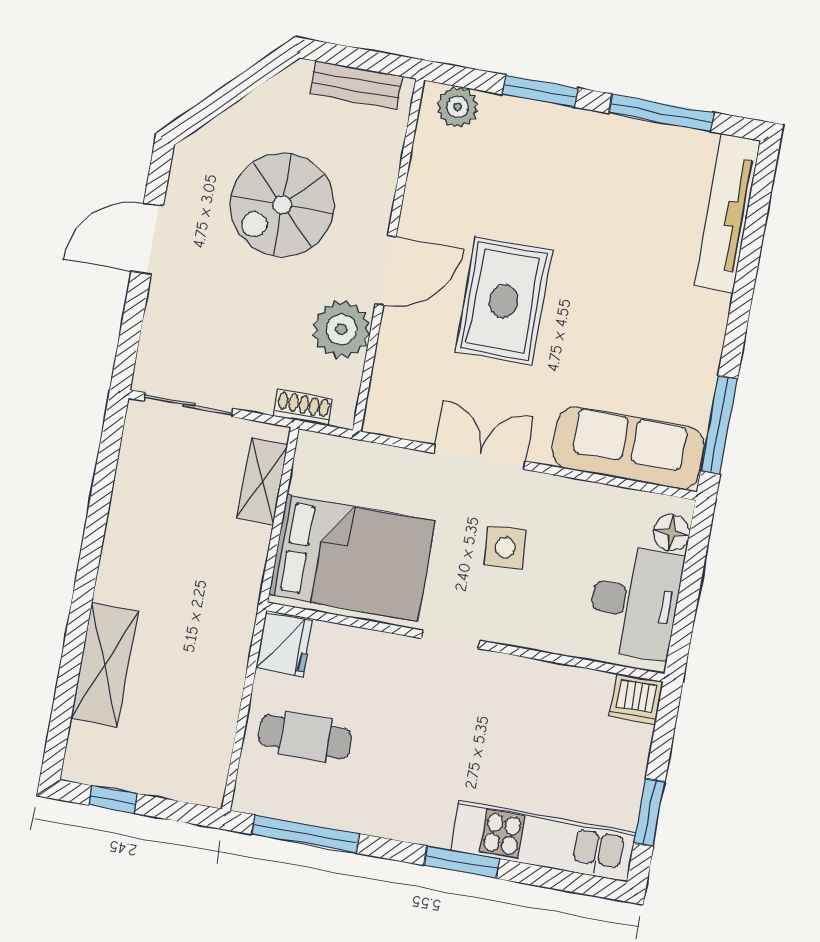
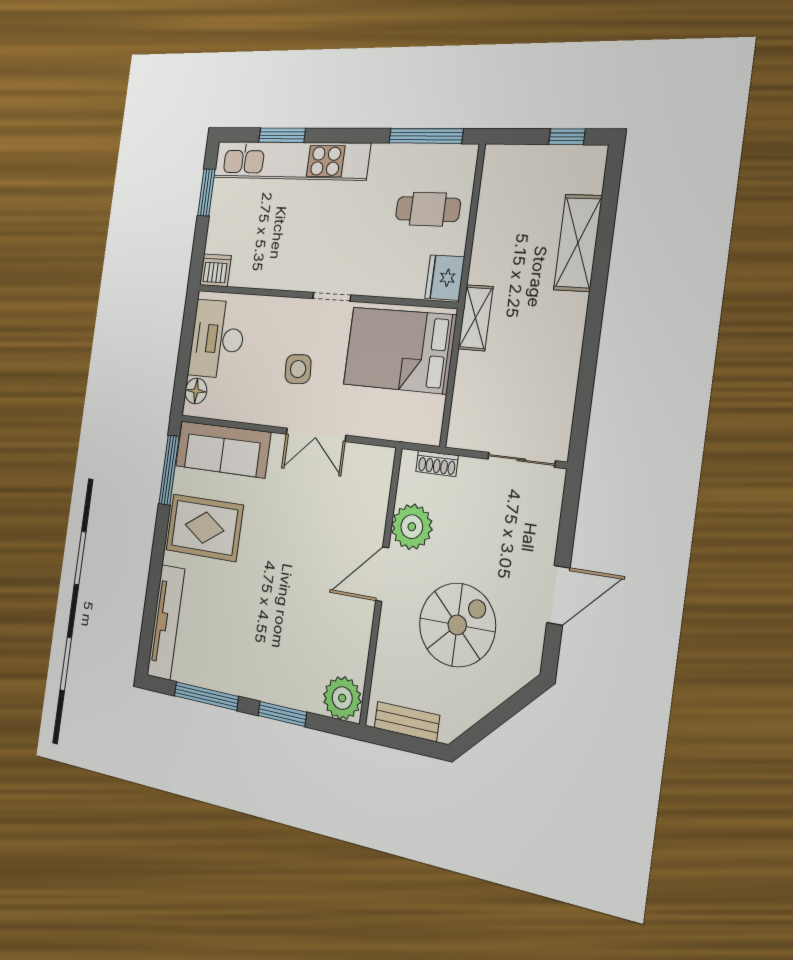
plant: (458, 107) -> (342, 698), width x1.36, depth x1.36
rug: (504, 301) -> (205, 528), moved, turned 90
shelving: (263, 481) -> (476, 318), moved
kitchen unit: (543, 841) -> (290, 161), width x1.36
window: (462, 862) -> (282, 135), moved

